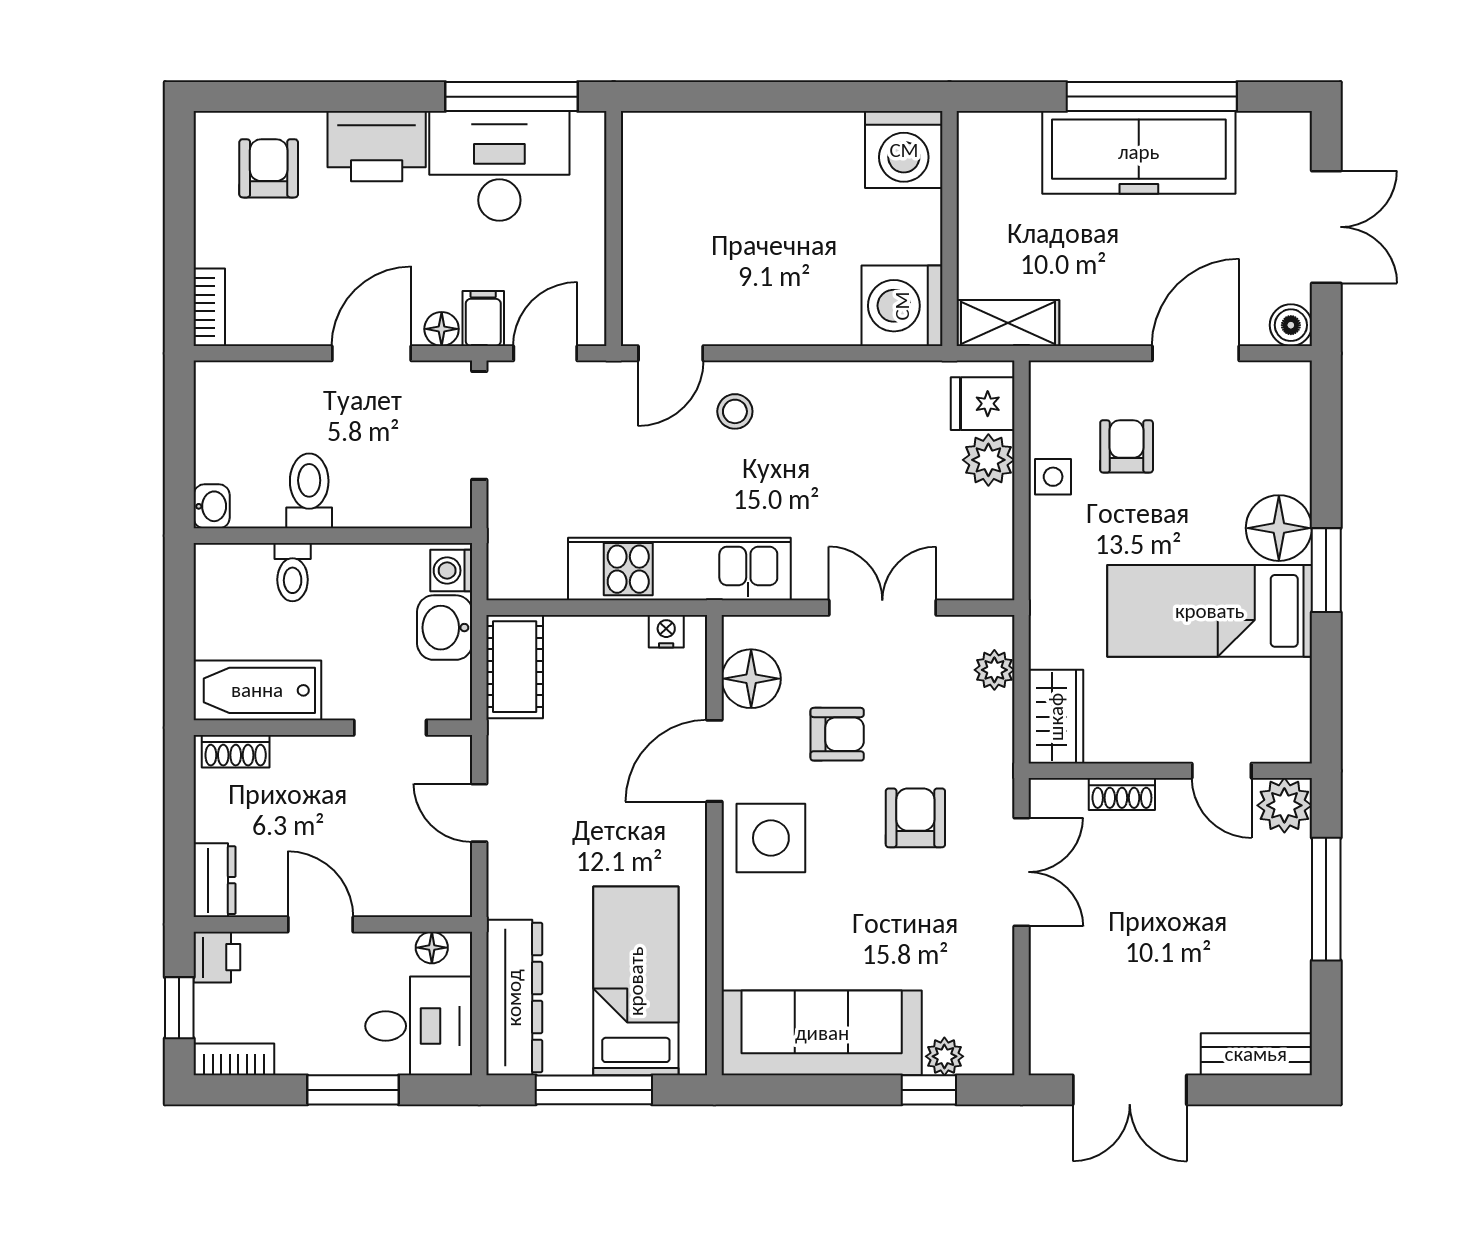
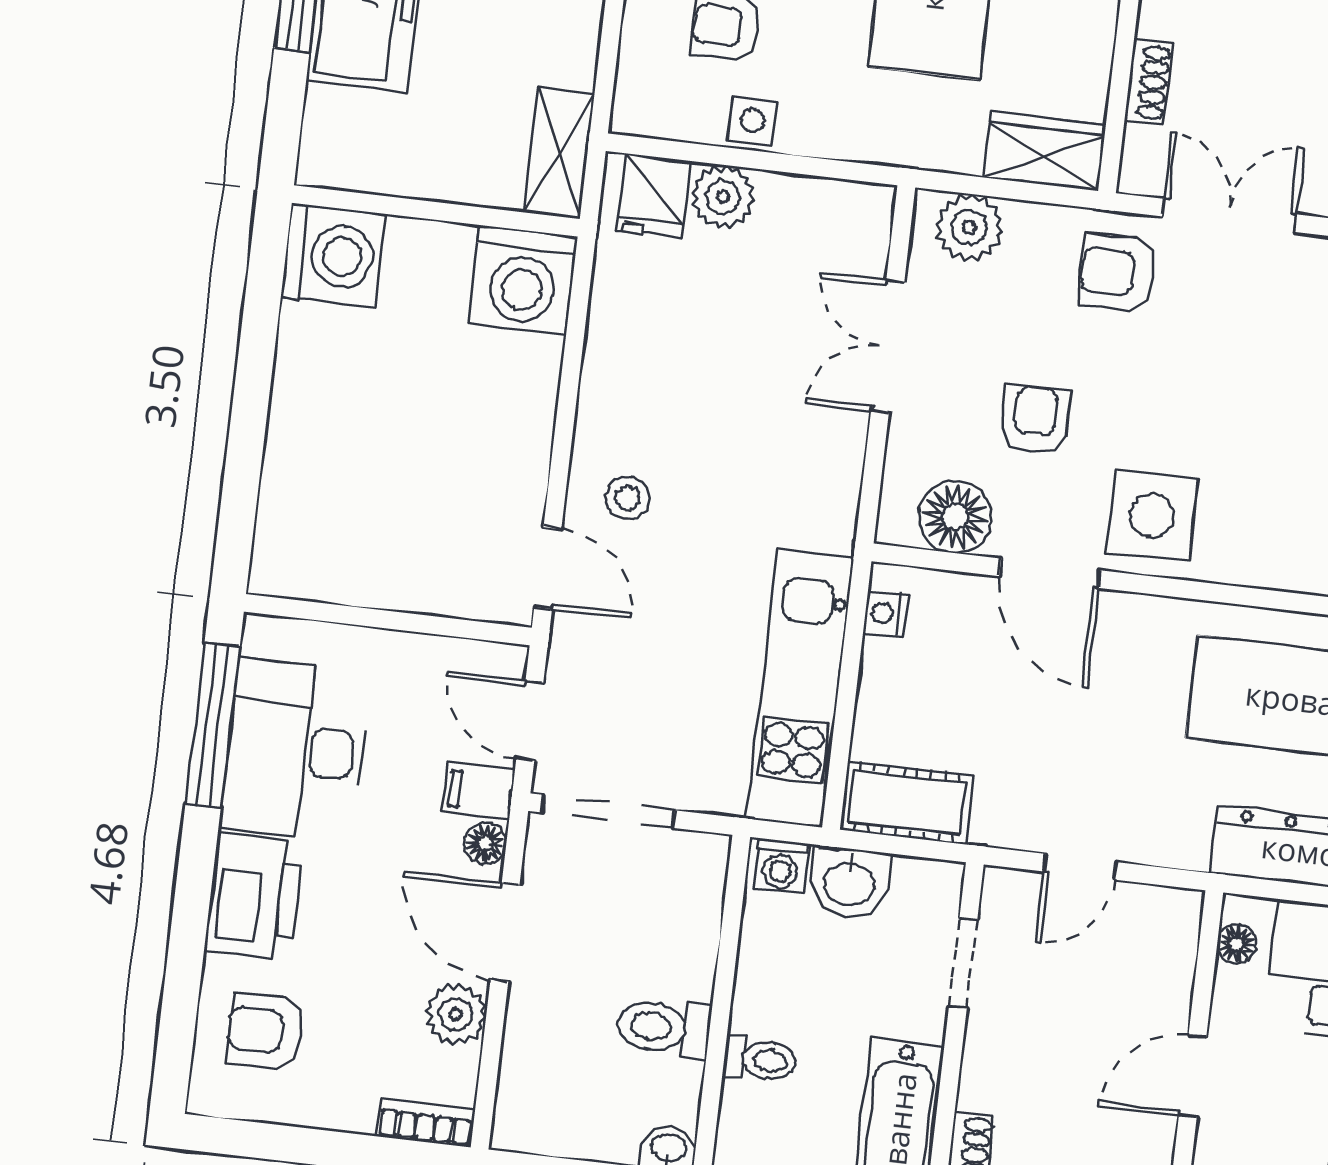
plant: (300, 321) -> (456, 1014), added
kitchen unit: (679, 569) -> (800, 688), moved
plant: (994, 670) -> (969, 228), width x1.38, depth x1.38
armchair: (915, 818) -> (1118, 273), moved

